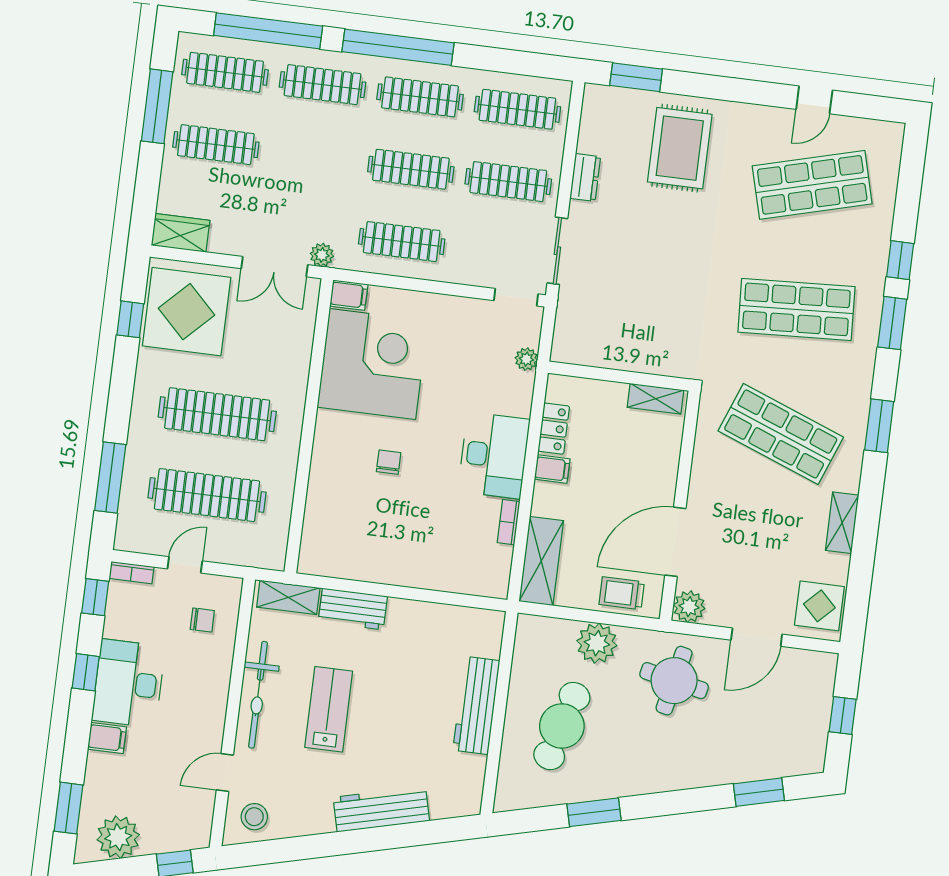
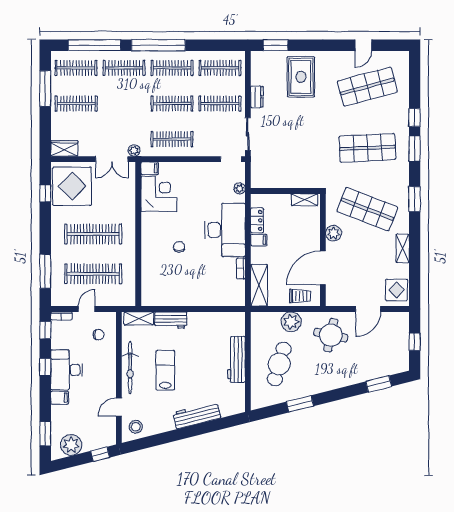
corner desk: (373, 364) -> (159, 194), width x0.74, depth x0.74
desk: (494, 455) -> (225, 230), width x1.36, depth x1.30
trolley: (622, 593) -> (300, 296), turned 180
plant: (689, 607) -> (334, 233), moved

